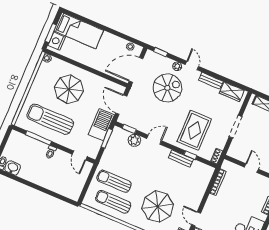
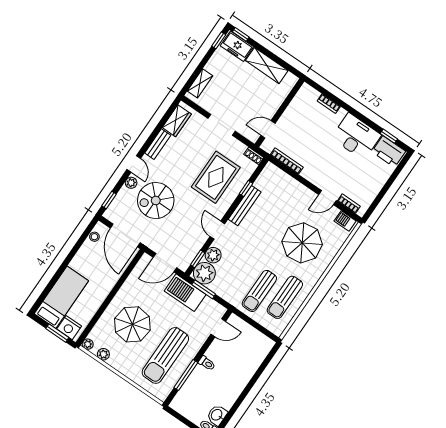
door: (192, 65) -> (134, 164), swing flipped
plant: (42, 72) -> (103, 354), added
spiral stairs: (167, 88) -> (156, 200), turned -90
rug: (194, 130) -> (216, 177), turned 90
plant: (119, 136) -> (204, 273), added
bench: (181, 158) -> (245, 206), width x1.36
door: (251, 168) -> (268, 129), moved

